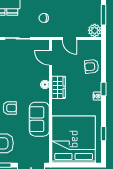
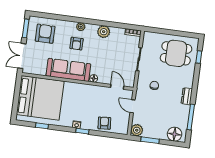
door: (69, 38) -> (133, 106), hinge flipped
door: (51, 58) -> (117, 87), hinge flipped
wardrobe: (59, 87) -> (89, 91), removed
sofa: (39, 119) -> (68, 70), width x1.36

